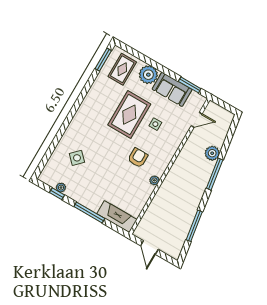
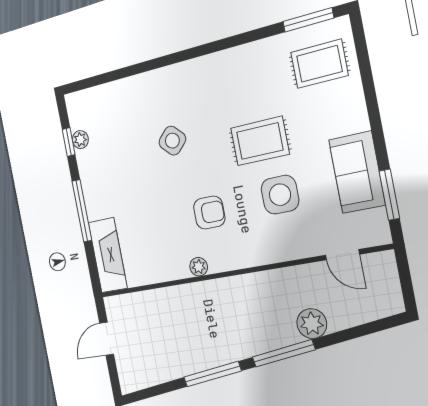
plant: (148, 75) -> (347, 113), removed
rug: (129, 115) -> (260, 141), width x0.73, depth x0.70
side table: (155, 124) -> (280, 195), width x1.87, depth x1.87
side table: (77, 158) -> (172, 141), moved
window: (194, 226) -> (212, 374), moved

